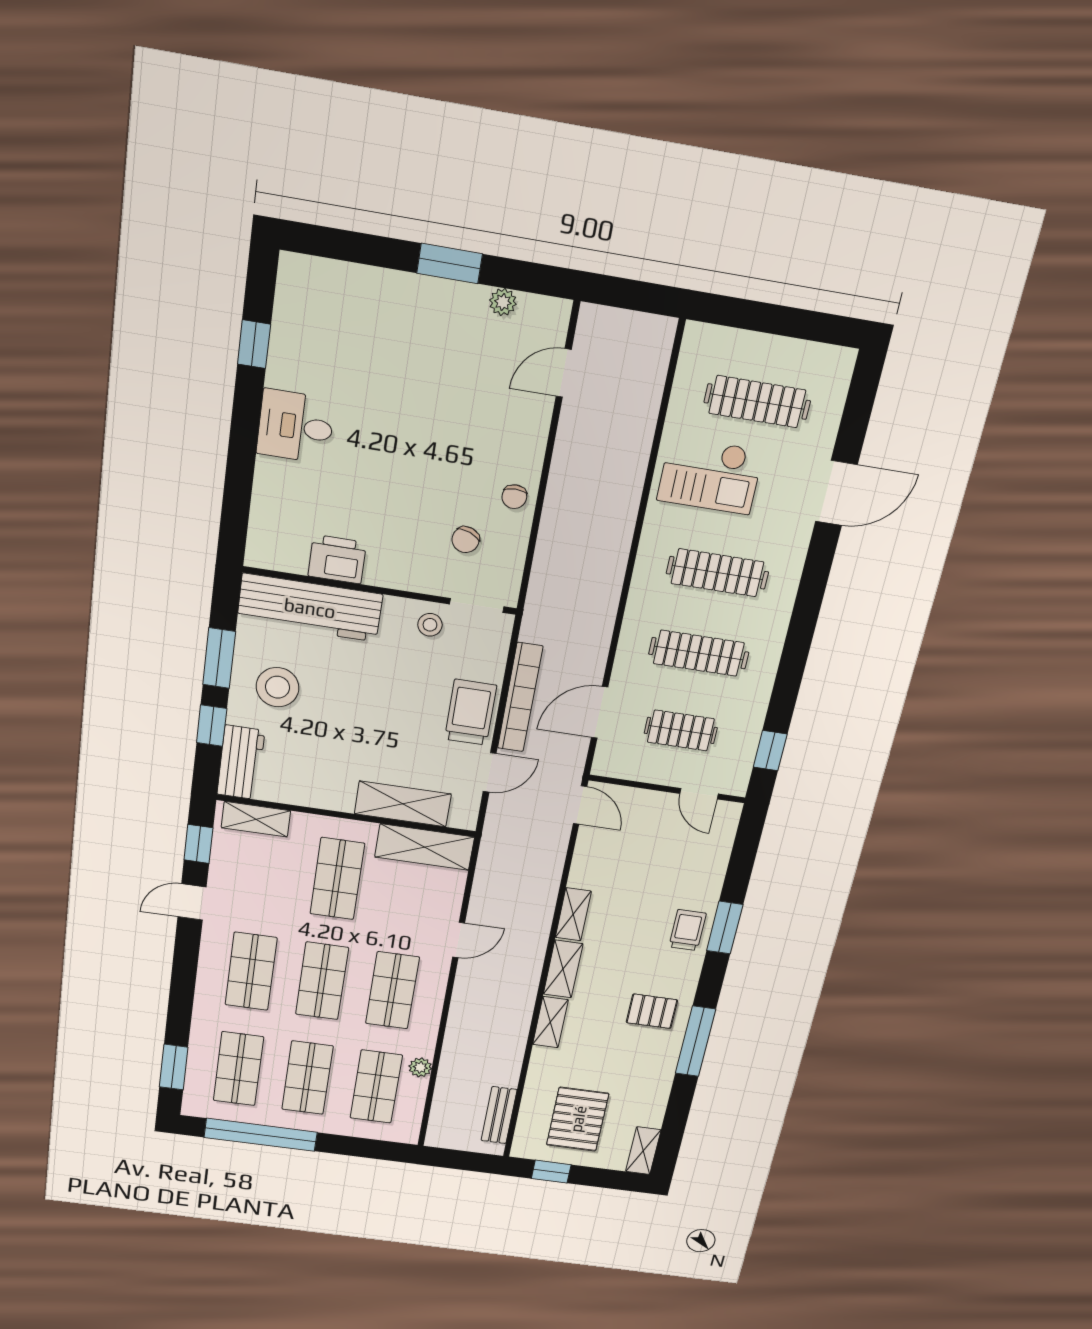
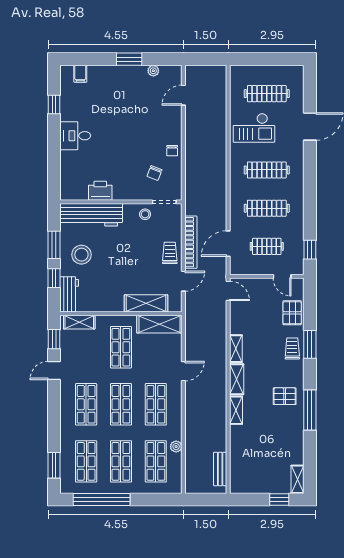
filing cabinet: (326, 280) -> (80, 74), added
trolley: (471, 712) -> (170, 253), width x0.73, depth x0.72
pallet: (578, 1119) -> (292, 313), moved, width x0.67, depth x0.71
window: (551, 1172) -> (279, 500), moved

